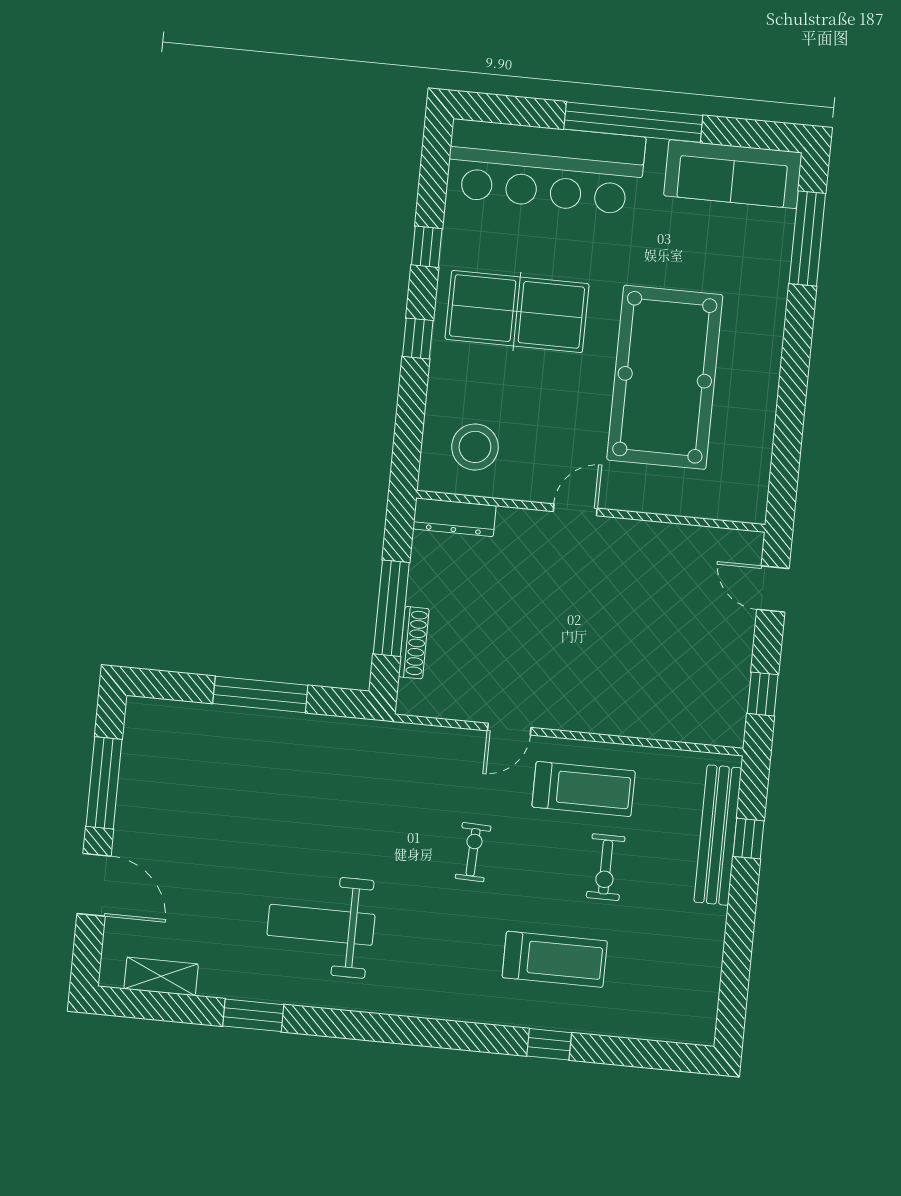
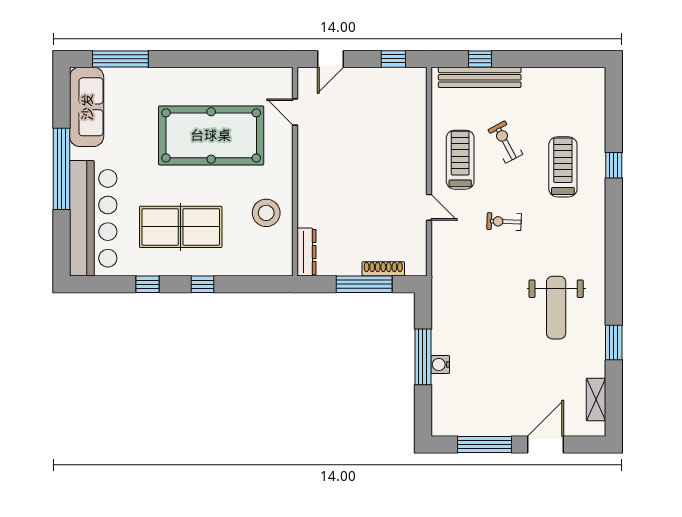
table tennis table: (517, 311) -> (181, 227), turned 90
stool: (475, 447) -> (266, 213), moved
door: (575, 510) -> (295, 112), moved
water cooler: (245, 722) -> (440, 365), added
exercise bike: (606, 867) -> (505, 142), turned -118

